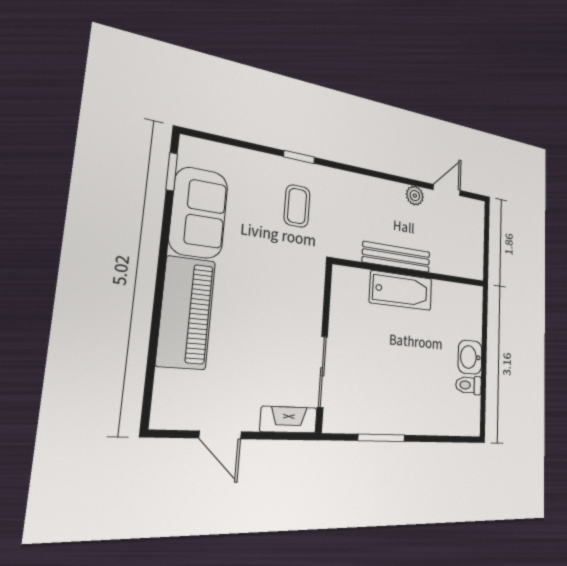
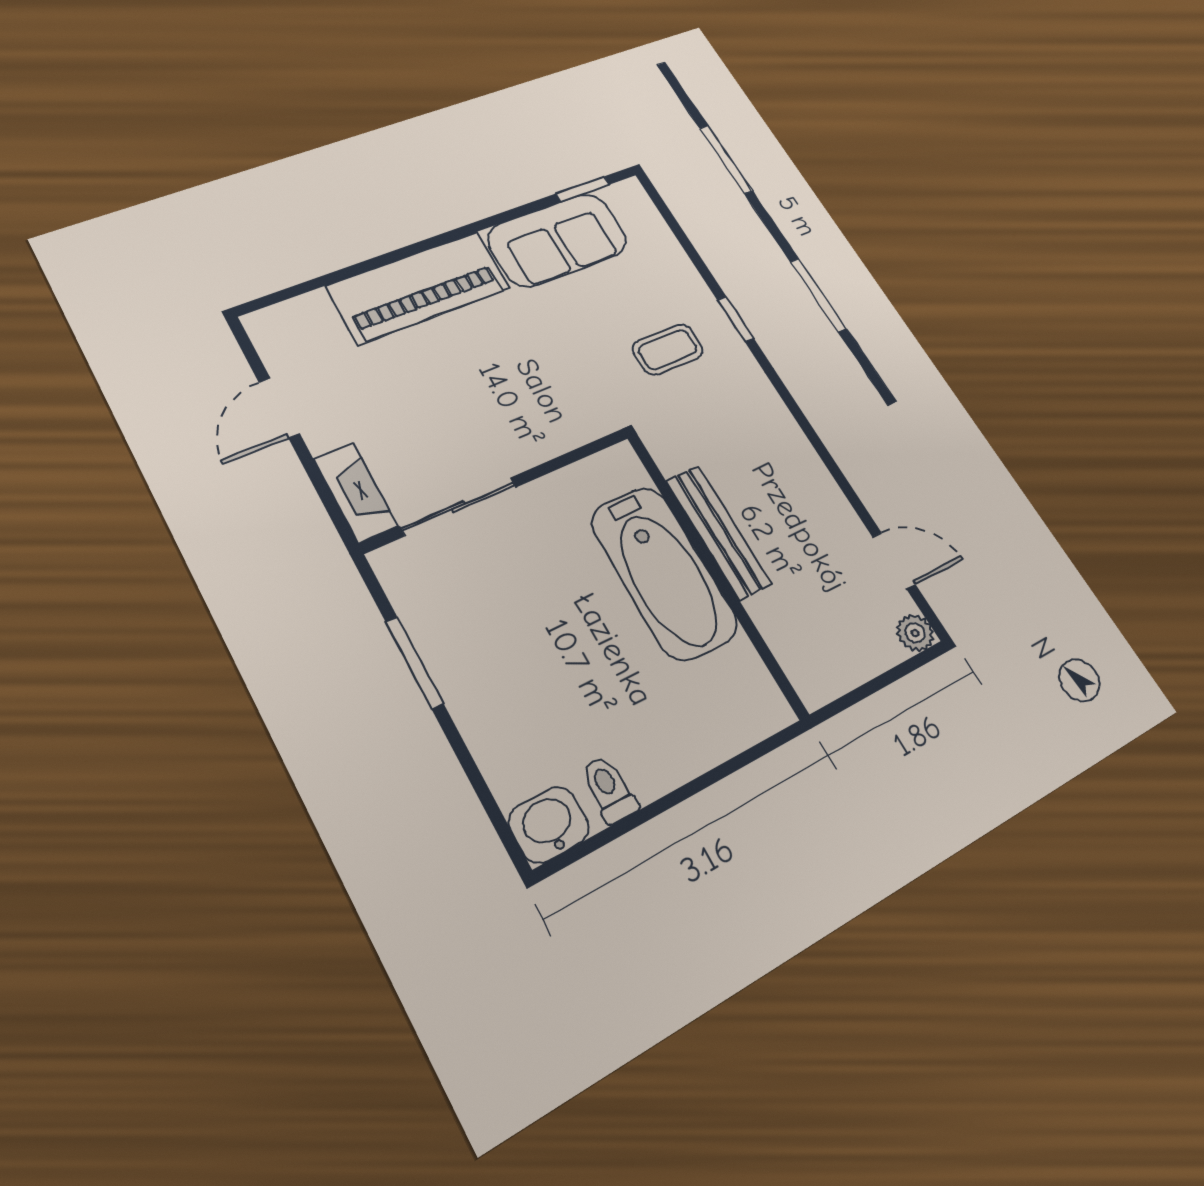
plant: (415, 196) -> (915, 633), moved
bathtub: (401, 291) -> (664, 573), width x1.36, depth x1.36
washbasin: (470, 357) -> (549, 825), moved

